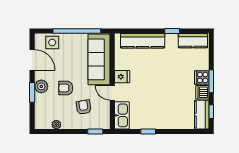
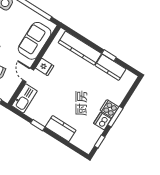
kitchen counter: (193, 41) -> (111, 67), moved
sofa: (99, 59) -> (35, 41), width x0.73
kitchen counter: (202, 115) -> (61, 129), moved, turned 90

